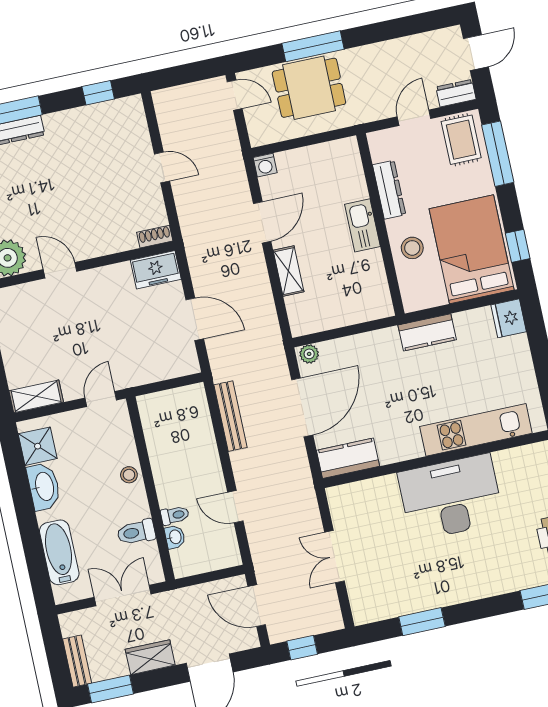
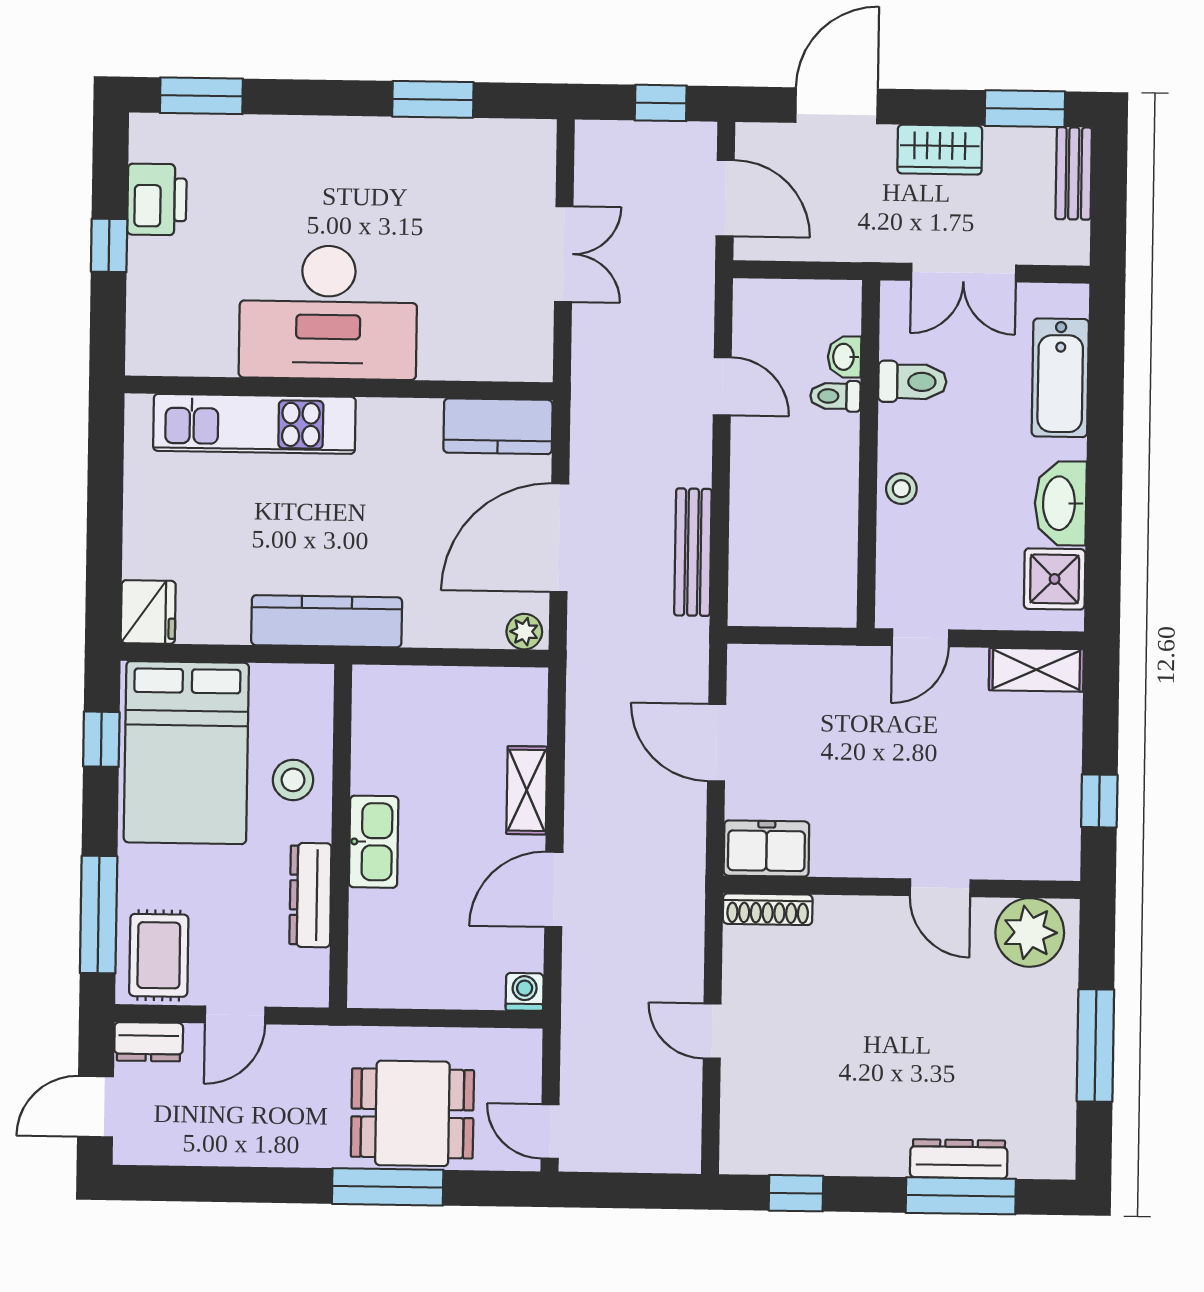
shoe rack: (155, 237) -> (768, 909), width x1.43
kitchen counter: (427, 332) -> (327, 621), width x1.50

